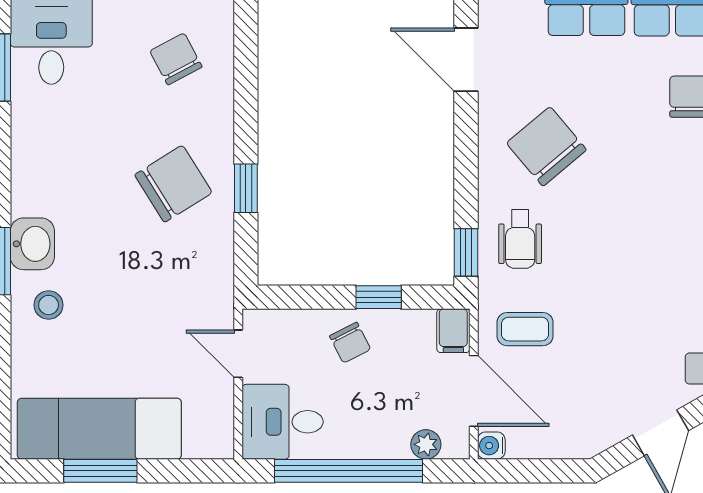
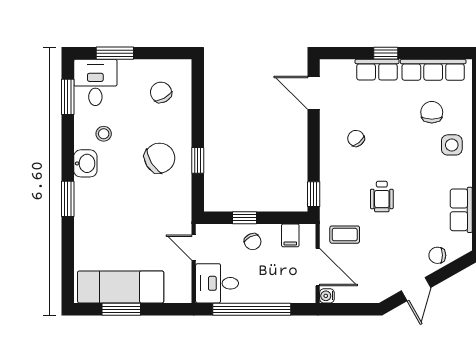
chair: (546, 146) -> (356, 138), width x0.54, depth x0.54
wheelchair: (520, 239) -> (382, 197), moved
washbasin: (32, 244) -> (85, 163), moved
window: (379, 297) -> (245, 218), moved
stool: (49, 305) -> (104, 134), moved
filing cabinet: (453, 331) -> (290, 235), moved
plant: (426, 444) -> (293, 295), removed

